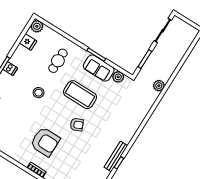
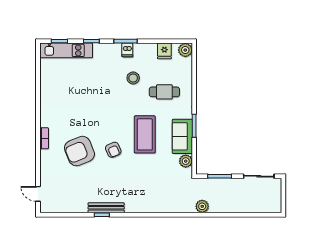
stool: (39, 93) -> (133, 78), moved
armchair: (45, 142) -> (79, 151), moved, turned 68

